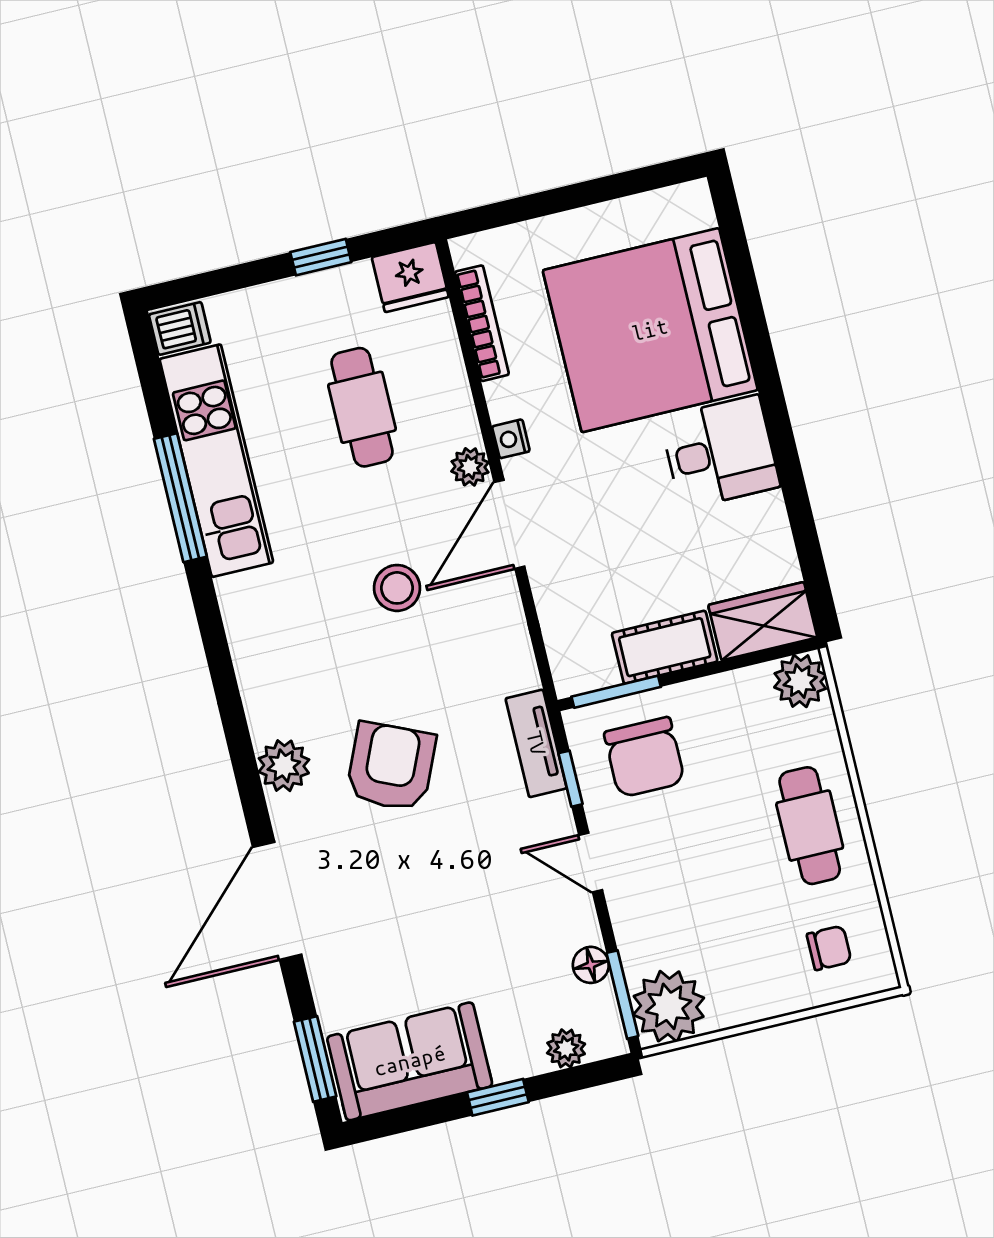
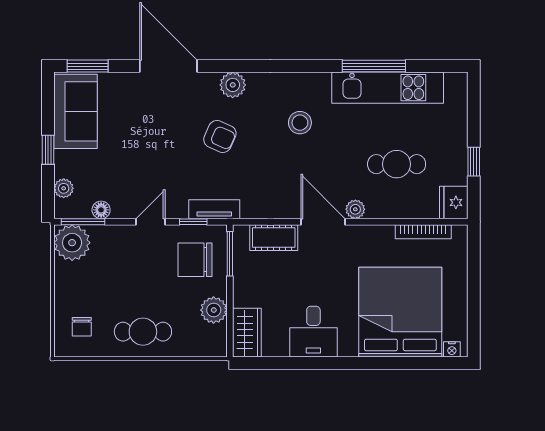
dishwasher: (180, 328) -> (456, 85), removed
nightstand: (511, 439) -> (452, 349), moved, turned 180
desk: (720, 452) -> (313, 332), moved
stool: (397, 588) -> (300, 123), moved
cot: (665, 647) -> (274, 238), moved, turned 90
plant: (800, 681) -> (214, 310), moved
armchair: (391, 767) -> (220, 136), width x0.72, depth x0.72

